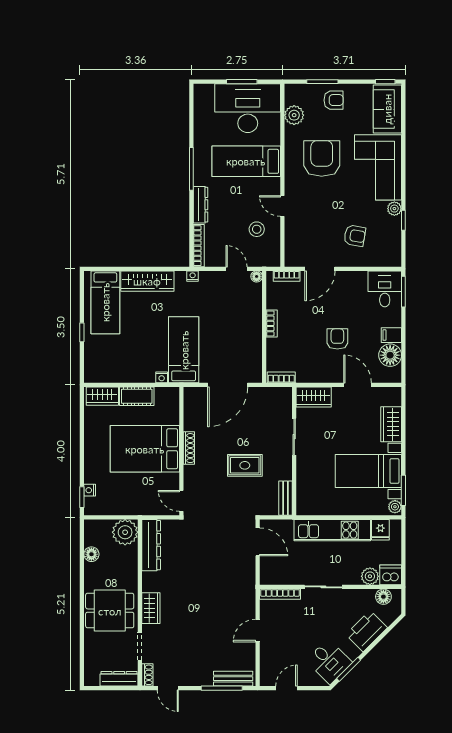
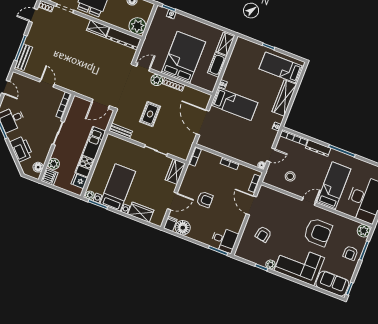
plant: (294, 115) -> (364, 231), moved
door: (282, 206) -> (309, 201), moved
filing cabinet: (391, 335) -> (170, 224), moved
plant: (192, 475) -> (157, 80), added
wardrobe: (151, 608) -> (98, 29), moved

